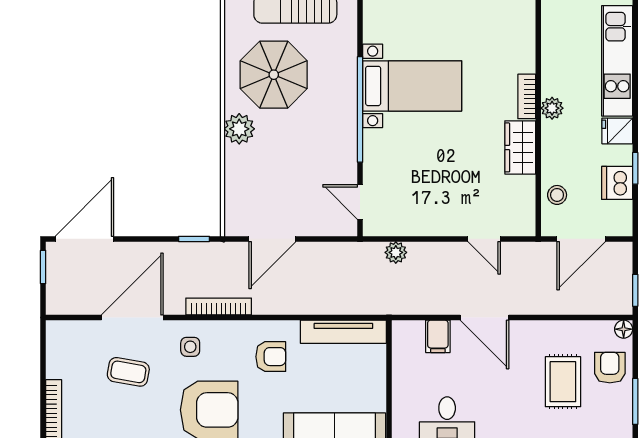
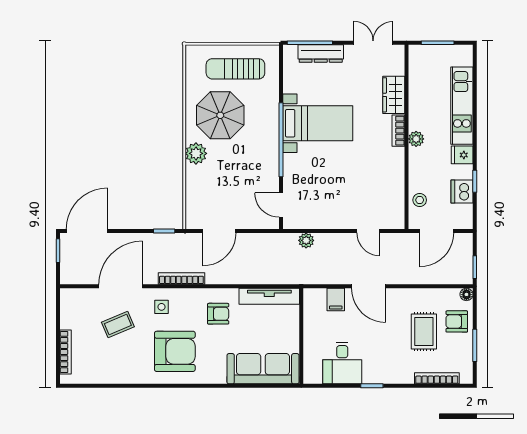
wardrobe: (520, 147) -> (394, 95), moved
armchair: (610, 368) -> (457, 321), turned -90
coffee table: (128, 372) -> (118, 325), turned -33

